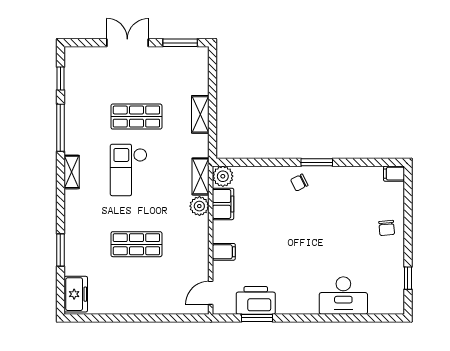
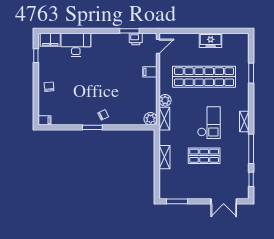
double door: (127, 43) -> (224, 201), moved
filing cabinet: (223, 204) -> (50, 40), moved, turned -90
shop shelf: (136, 244) -> (204, 77), width x2.00, depth x1.36
freezer: (76, 294) -> (211, 40), moved, turned -90
printer: (256, 300) -> (136, 39), width x0.53, depth x0.68

